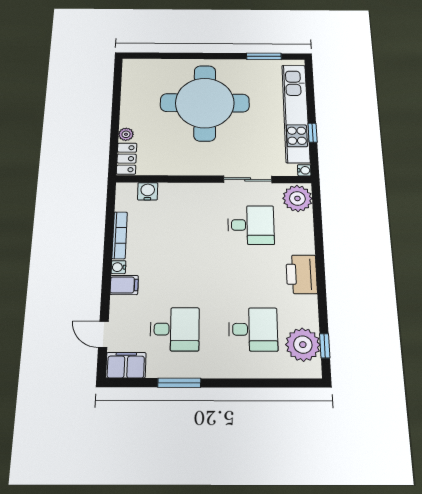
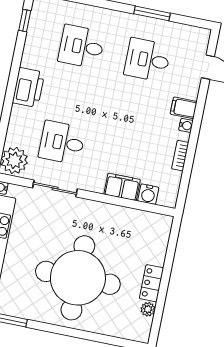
plant: (126, 134) -> (148, 309), moved
locker: (127, 159) -> (151, 283), moved
bookcase: (120, 235) -> (180, 156), width x0.64
plant: (303, 345) -> (43, 25), removed
filing cabinet: (126, 365) -> (122, 187), moved, turned 180

